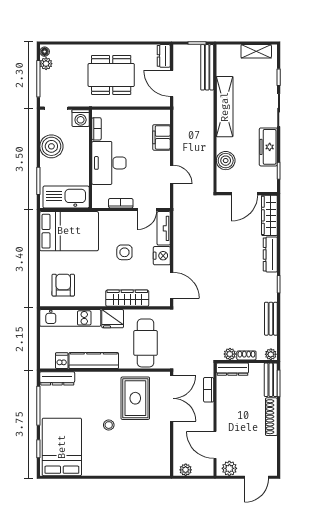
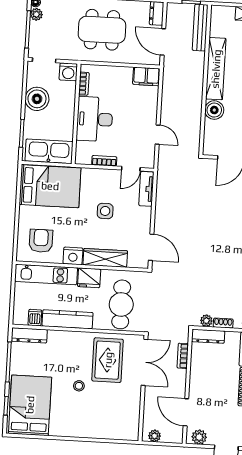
filing cabinet: (162, 137) -> (146, 76), moved, turned -90
boiler: (226, 161) -> (214, 110), moved
nightstand: (162, 256) -> (73, 256), moved, turned 90

